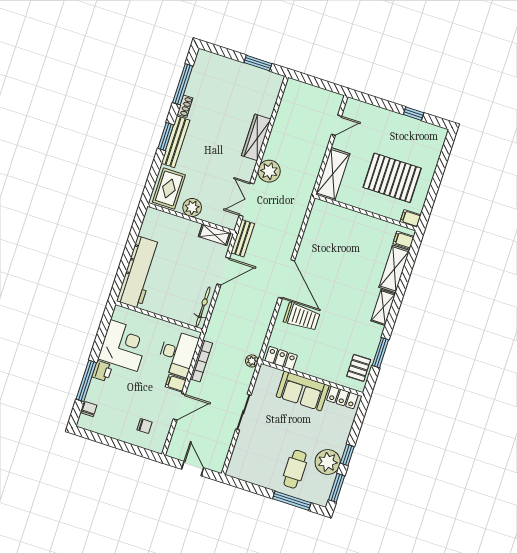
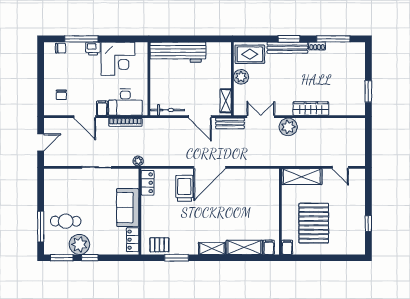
trolley: (302, 317) -> (184, 188), turned 180

